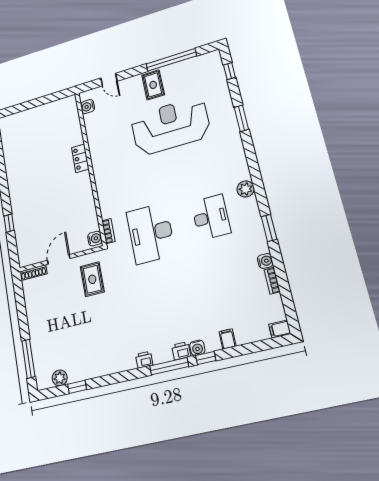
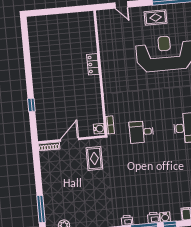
rug: (153, 85) -> (156, 17), turned 90
water cooler: (88, 107) -> (102, 23), removed
desk: (151, 233) -> (141, 132), width x0.53, depth x0.77

